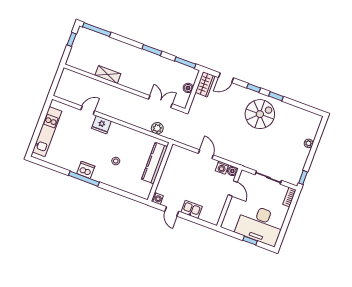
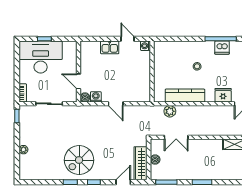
wardrobe: (205, 84) -> (141, 163), width x1.50
kitchen counter: (155, 163) -> (185, 96), moved, turned -90

